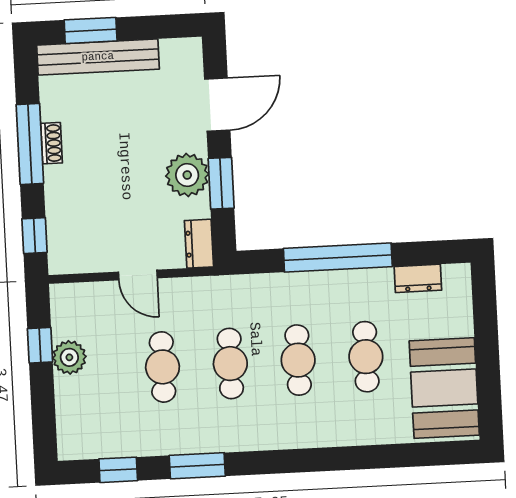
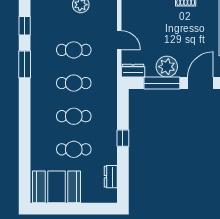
door: (217, 105) -> (200, 83), swing flipped
window: (221, 183) -> (162, 83), width x1.44
window: (338, 258) -> (123, 138), width x0.32
door: (138, 275) -> (119, 40), swing flipped

